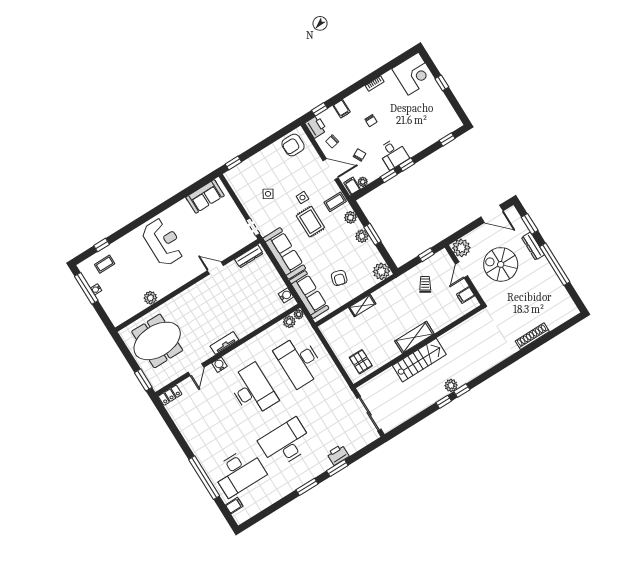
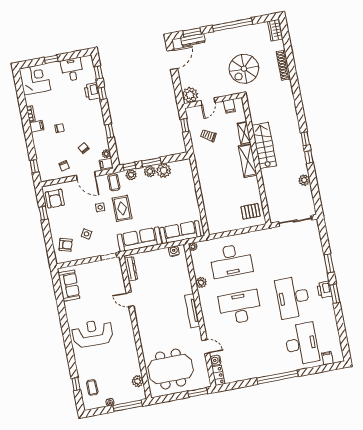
filing cabinet: (342, 109) -> (37, 126), moved
printer: (316, 127) -> (92, 91), moved, turned -90
desk: (393, 154) -> (72, 70), moved, turned -90
window: (233, 163) -> (43, 213), moved
window: (407, 165) -> (102, 93), moved
door: (331, 169) -> (86, 176), swing flipped
window: (359, 212) -> (129, 166), added
rug: (310, 222) -> (122, 208), turned 90
dresser: (533, 246) -> (193, 40), moved
spiral stairs: (501, 264) -> (244, 69), moved
door: (215, 268) -> (130, 299), hinge flipped
door: (462, 270) -> (208, 102), hinge flipped
plant: (381, 271) -> (164, 171), moved
armchair: (339, 278) -> (66, 245), moved
window: (86, 288) -> (128, 406), moved
plant: (150, 298) -> (138, 381), moved
shelving: (362, 306) -> (244, 133), moved
wardrobe: (567, 313) -> (275, 30), added
plant: (289, 322) -> (201, 283), moved
meeting table: (157, 341) -> (171, 369), turned 90
tv unit: (224, 343) -> (192, 311), width x1.41
stairs: (419, 360) -> (264, 146), moved
water cooler: (219, 365) -> (216, 360), moved
plant: (451, 385) -> (304, 180), moved
printer: (338, 455) -> (324, 290), moved
window: (204, 478) -> (277, 377), moved

